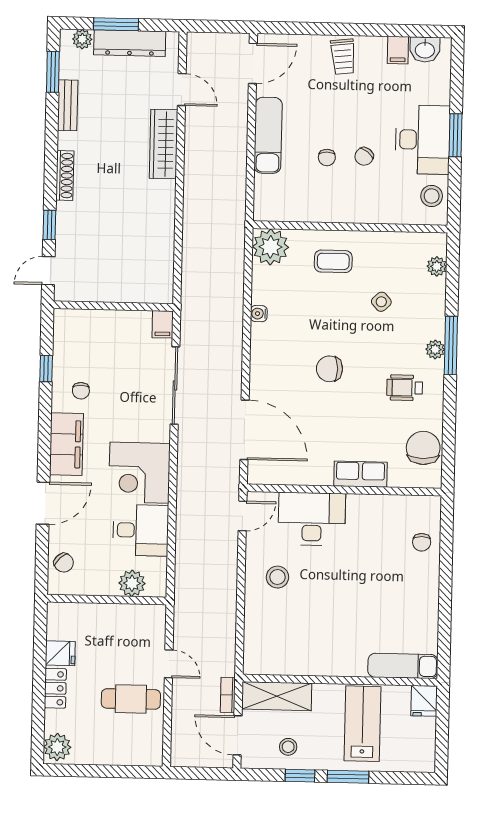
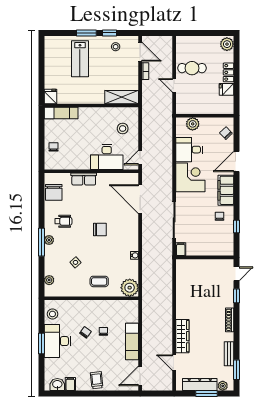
exam couch: (403, 666) -> (61, 113), moved
wall: (340, 680) -> (91, 106), moved
shelving: (277, 696) -> (122, 97), moved
fridge: (424, 701) -> (51, 96), moved

